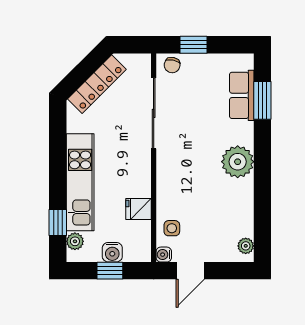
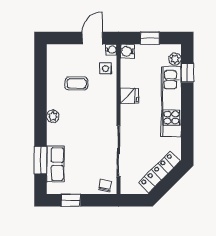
window: (194, 45) -> (71, 200), moved
plant: (238, 162) -> (53, 116), width x0.53, depth x0.53
coffee table: (212, 207) -> (77, 83), added
fridge: (138, 209) -> (129, 96), moved
plant: (246, 246) -> (52, 56), removed
water cooler: (112, 252) -> (127, 51), moved, turned -90

